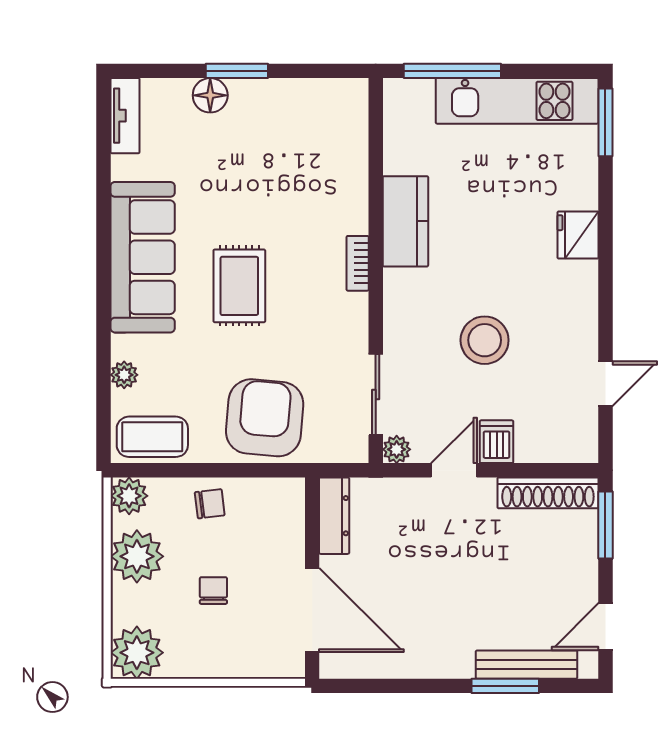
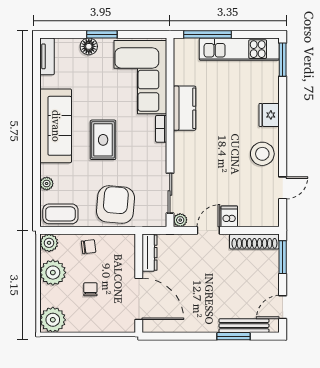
corner sofa: (315, 158) -> (140, 77), added
stool: (485, 340) -> (262, 154), moved

